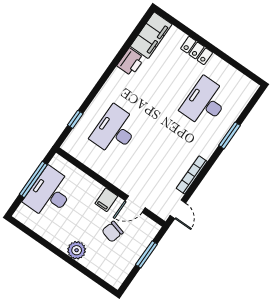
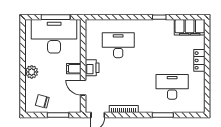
printer: (131, 62) -> (92, 68), moved, turned -90
window: (75, 119) -> (159, 17), moved
desk: (49, 193) -> (54, 36), width x1.36, depth x1.30
chair: (113, 232) -> (42, 101), moved

